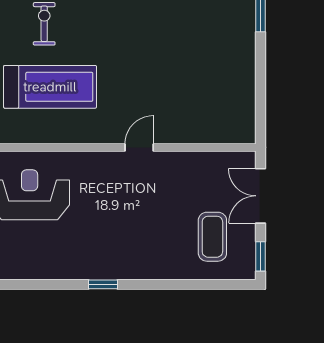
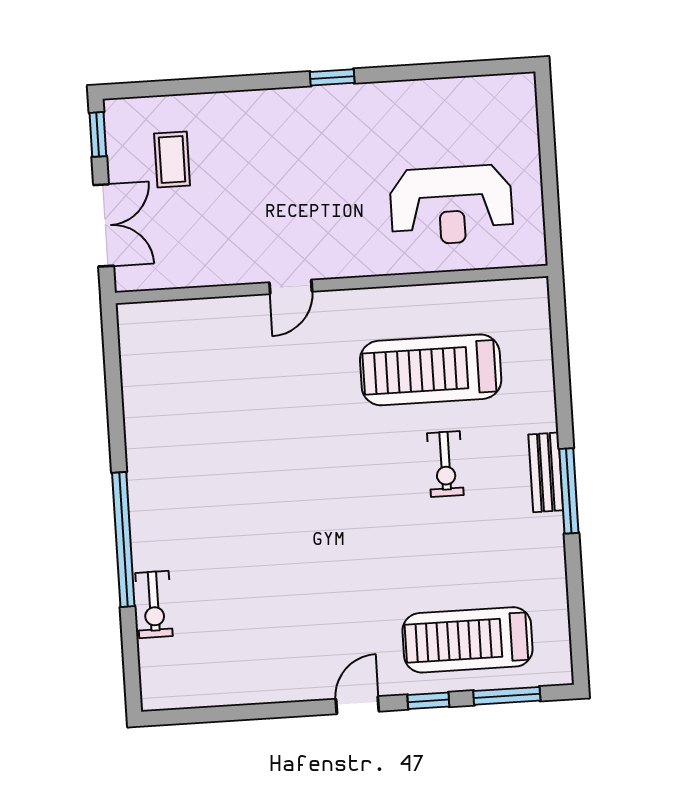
coffee table: (212, 237) -> (172, 160), width x0.73, depth x0.77

